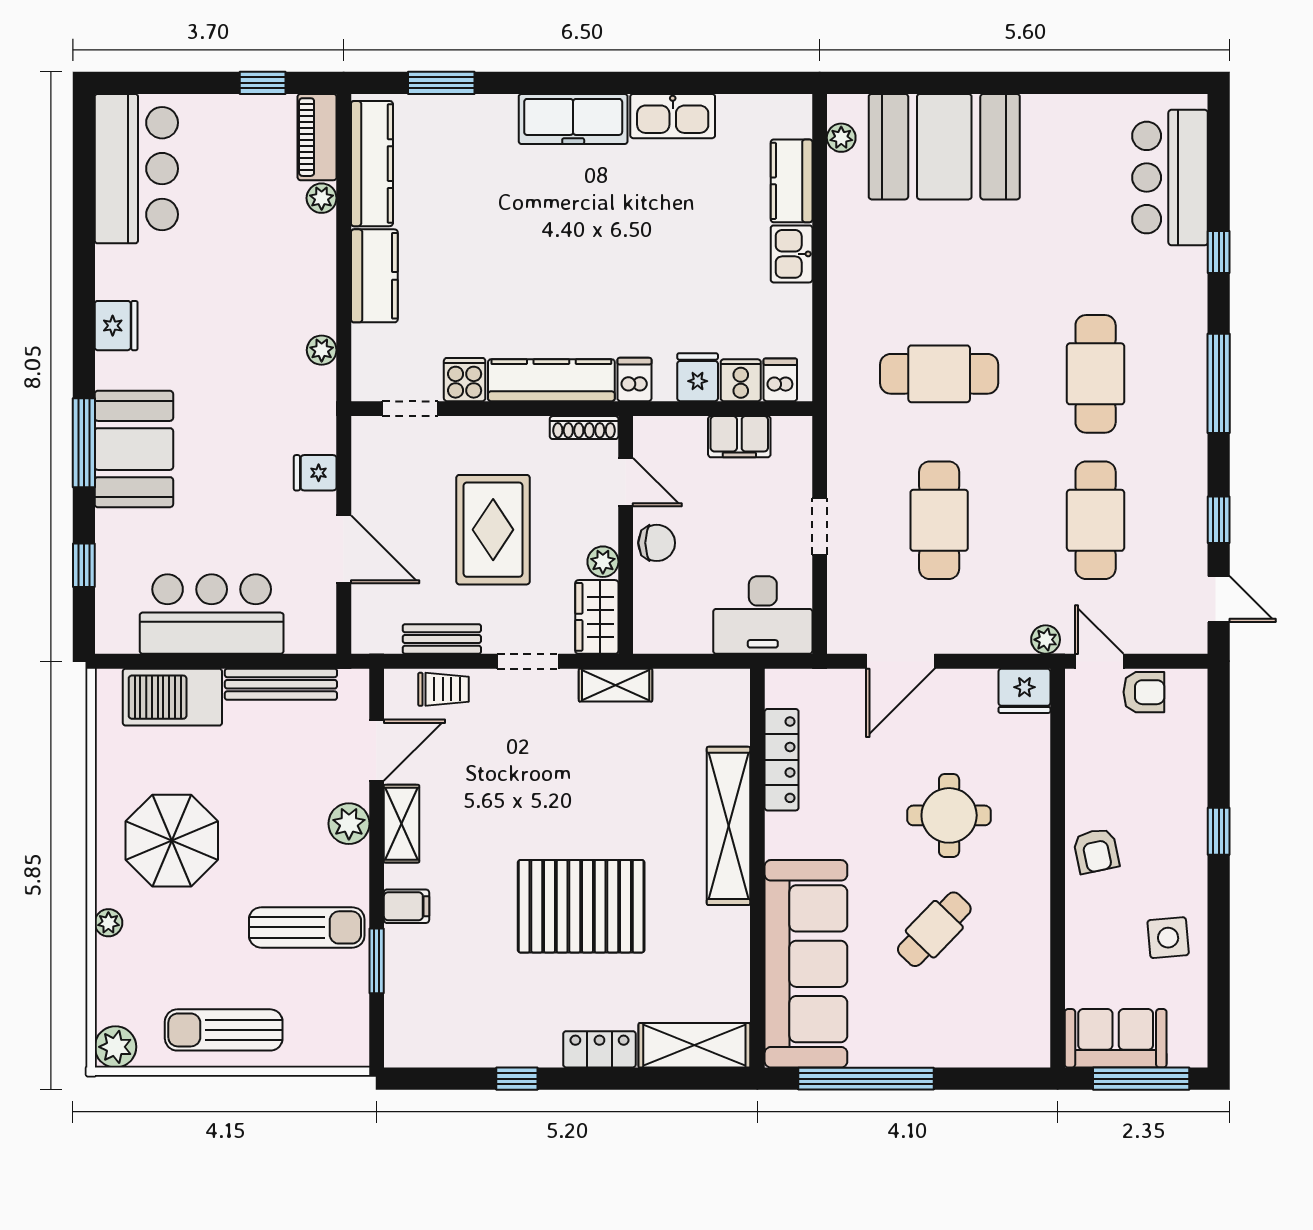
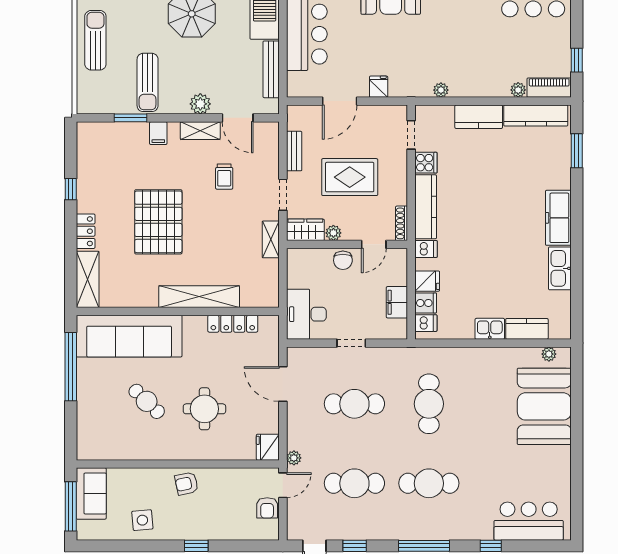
trolley: (444, 689) -> (224, 177), moved

